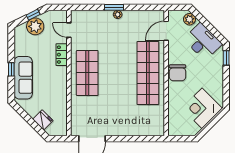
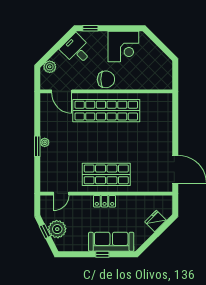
desk: (203, 42) -> (76, 50), width x0.73
locker: (62, 55) -> (105, 201), moved
corner desk: (202, 108) -> (123, 46), moved, turned -45

